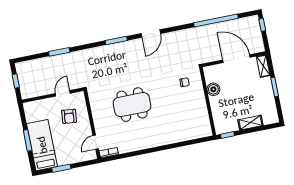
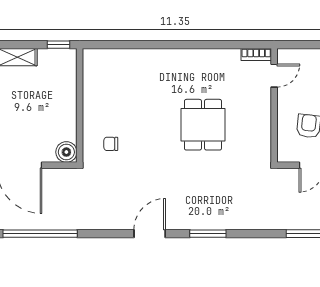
boiler: (213, 89) -> (66, 152), moved
dining table: (132, 105) -> (203, 125), width x0.73

